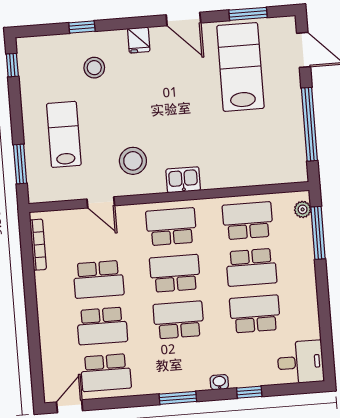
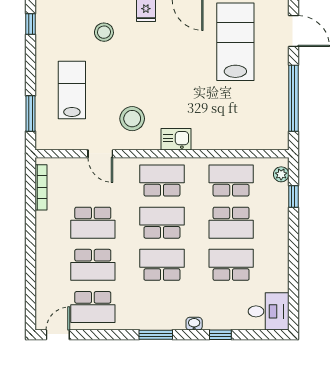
window: (318, 233) -> (293, 196), width x0.46

